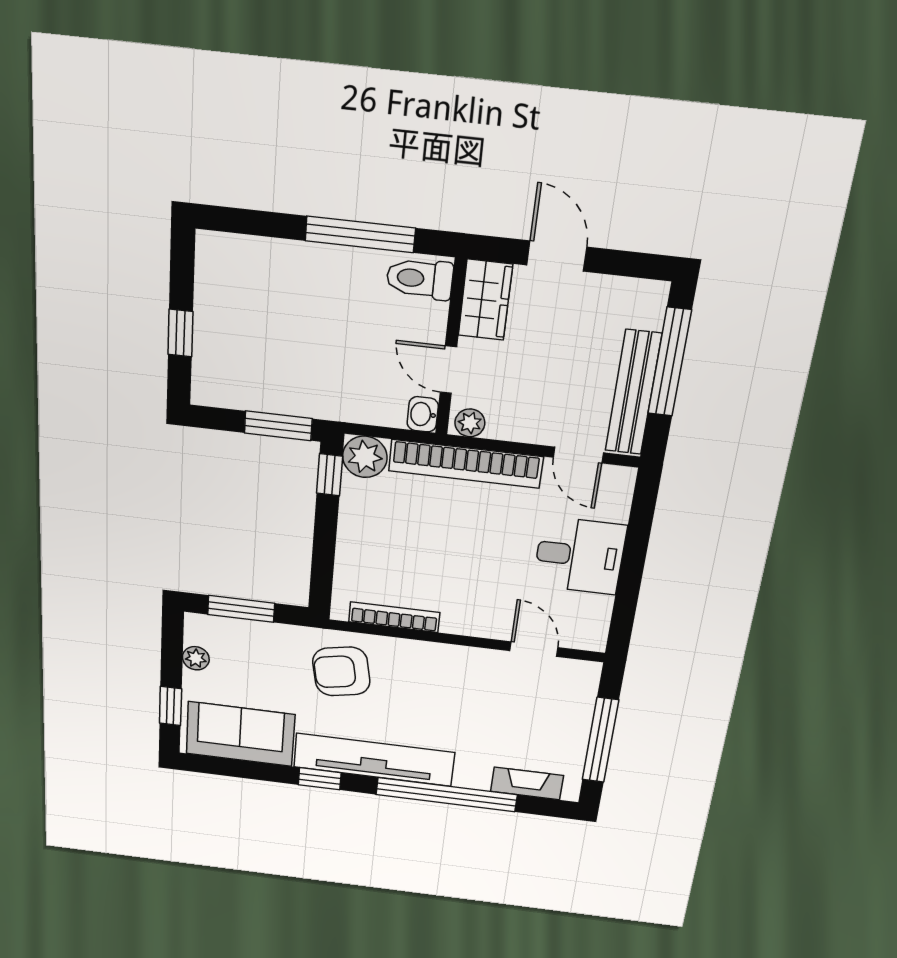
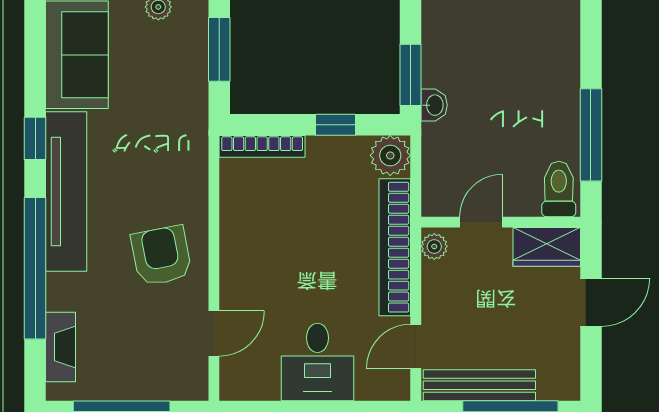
washbasin: (423, 414) -> (434, 105), moved, turned 90
window: (330, 475) -> (336, 125), moved
bookcase: (394, 617) -> (262, 146), moved, turned 90
armchair: (341, 671) -> (161, 256), moved

